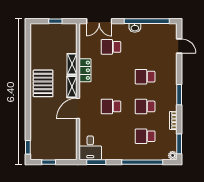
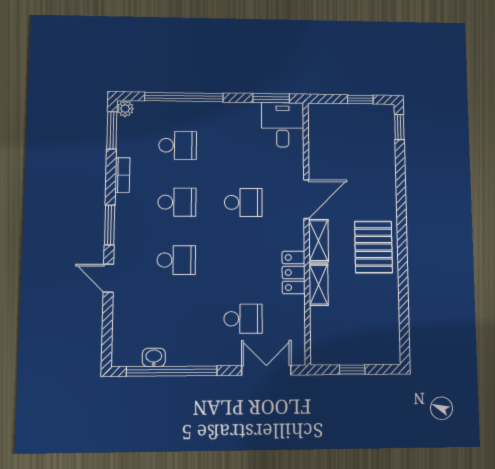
washbasin: (135, 28) -> (154, 357), moved
door: (179, 46) -> (108, 278), moved

